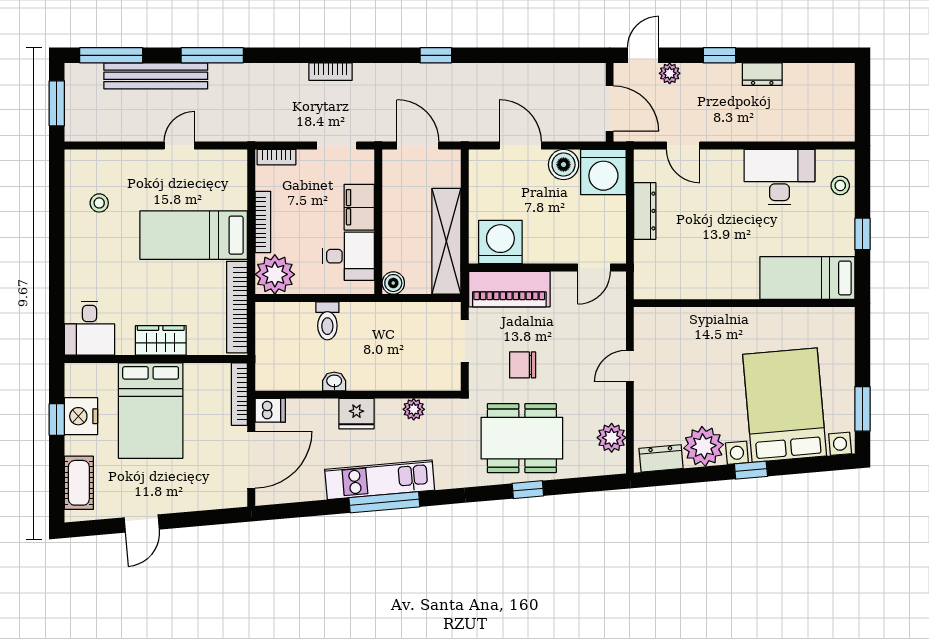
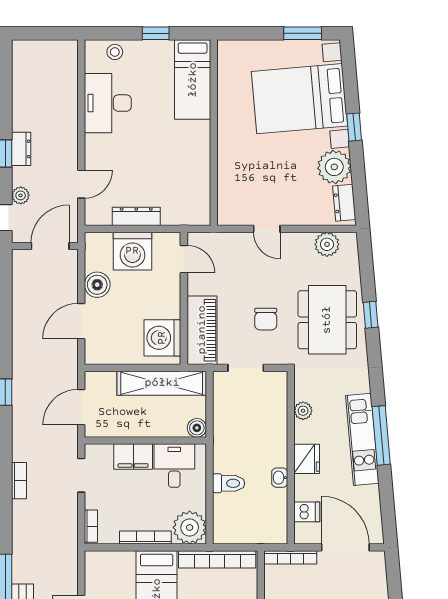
dresser: (762, 74) -> (21, 149), moved
washing machine: (603, 172) -> (132, 251), moved, turned 90
dishwasher: (270, 410) -> (307, 512), moved, turned 90

